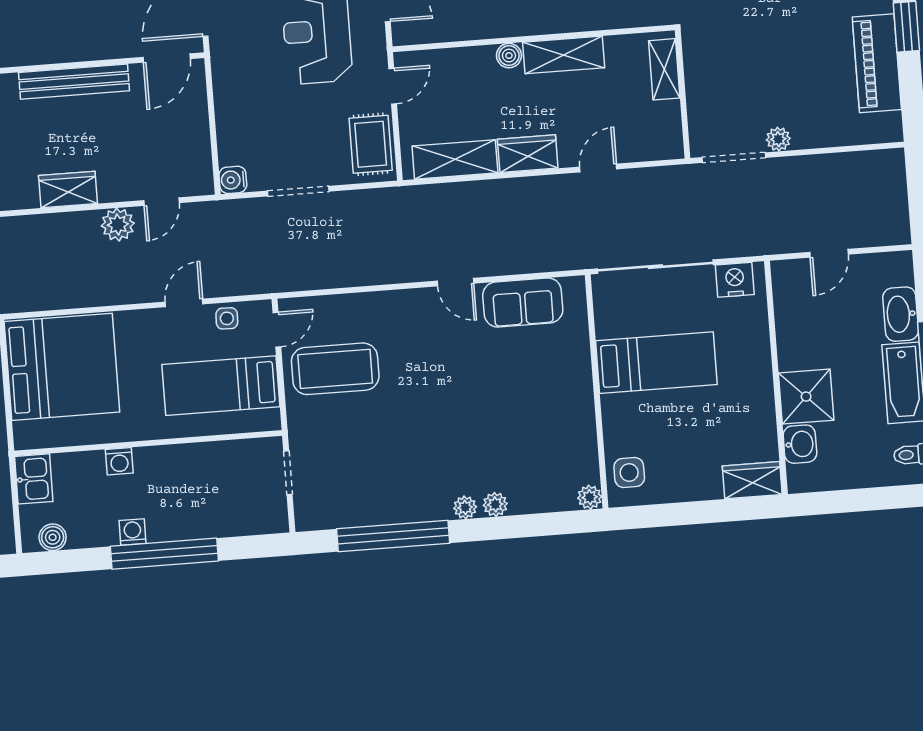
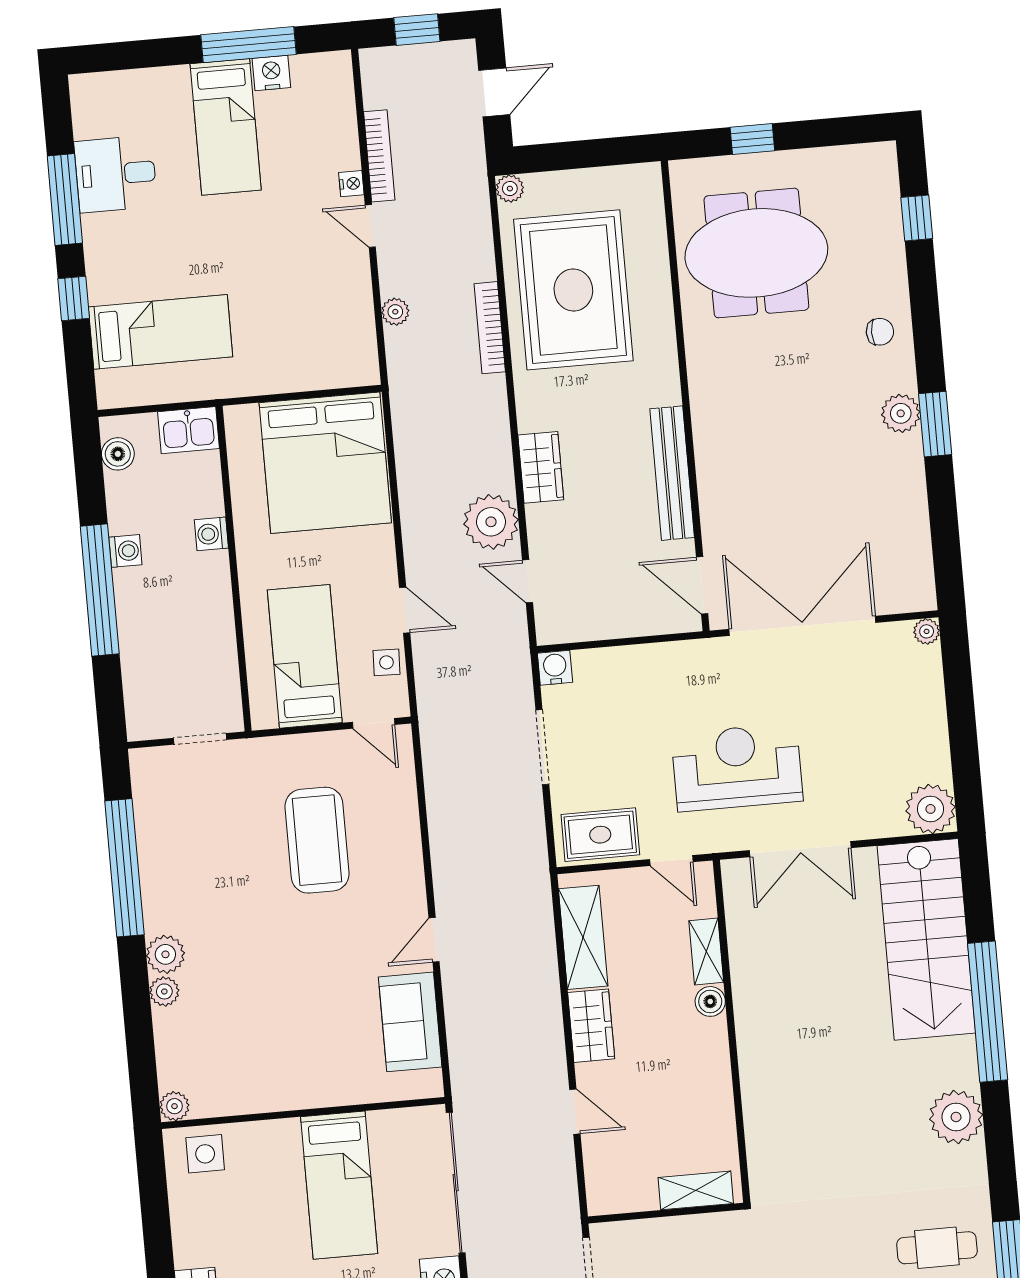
shelving: (564, 55) -> (706, 951), moved, width x0.67, depth x0.75
plant: (118, 225) -> (491, 522), width x1.36, depth x1.36
coffee table: (335, 369) -> (317, 840), moved
plant: (465, 507) -> (165, 954), width x1.38, depth x1.38

